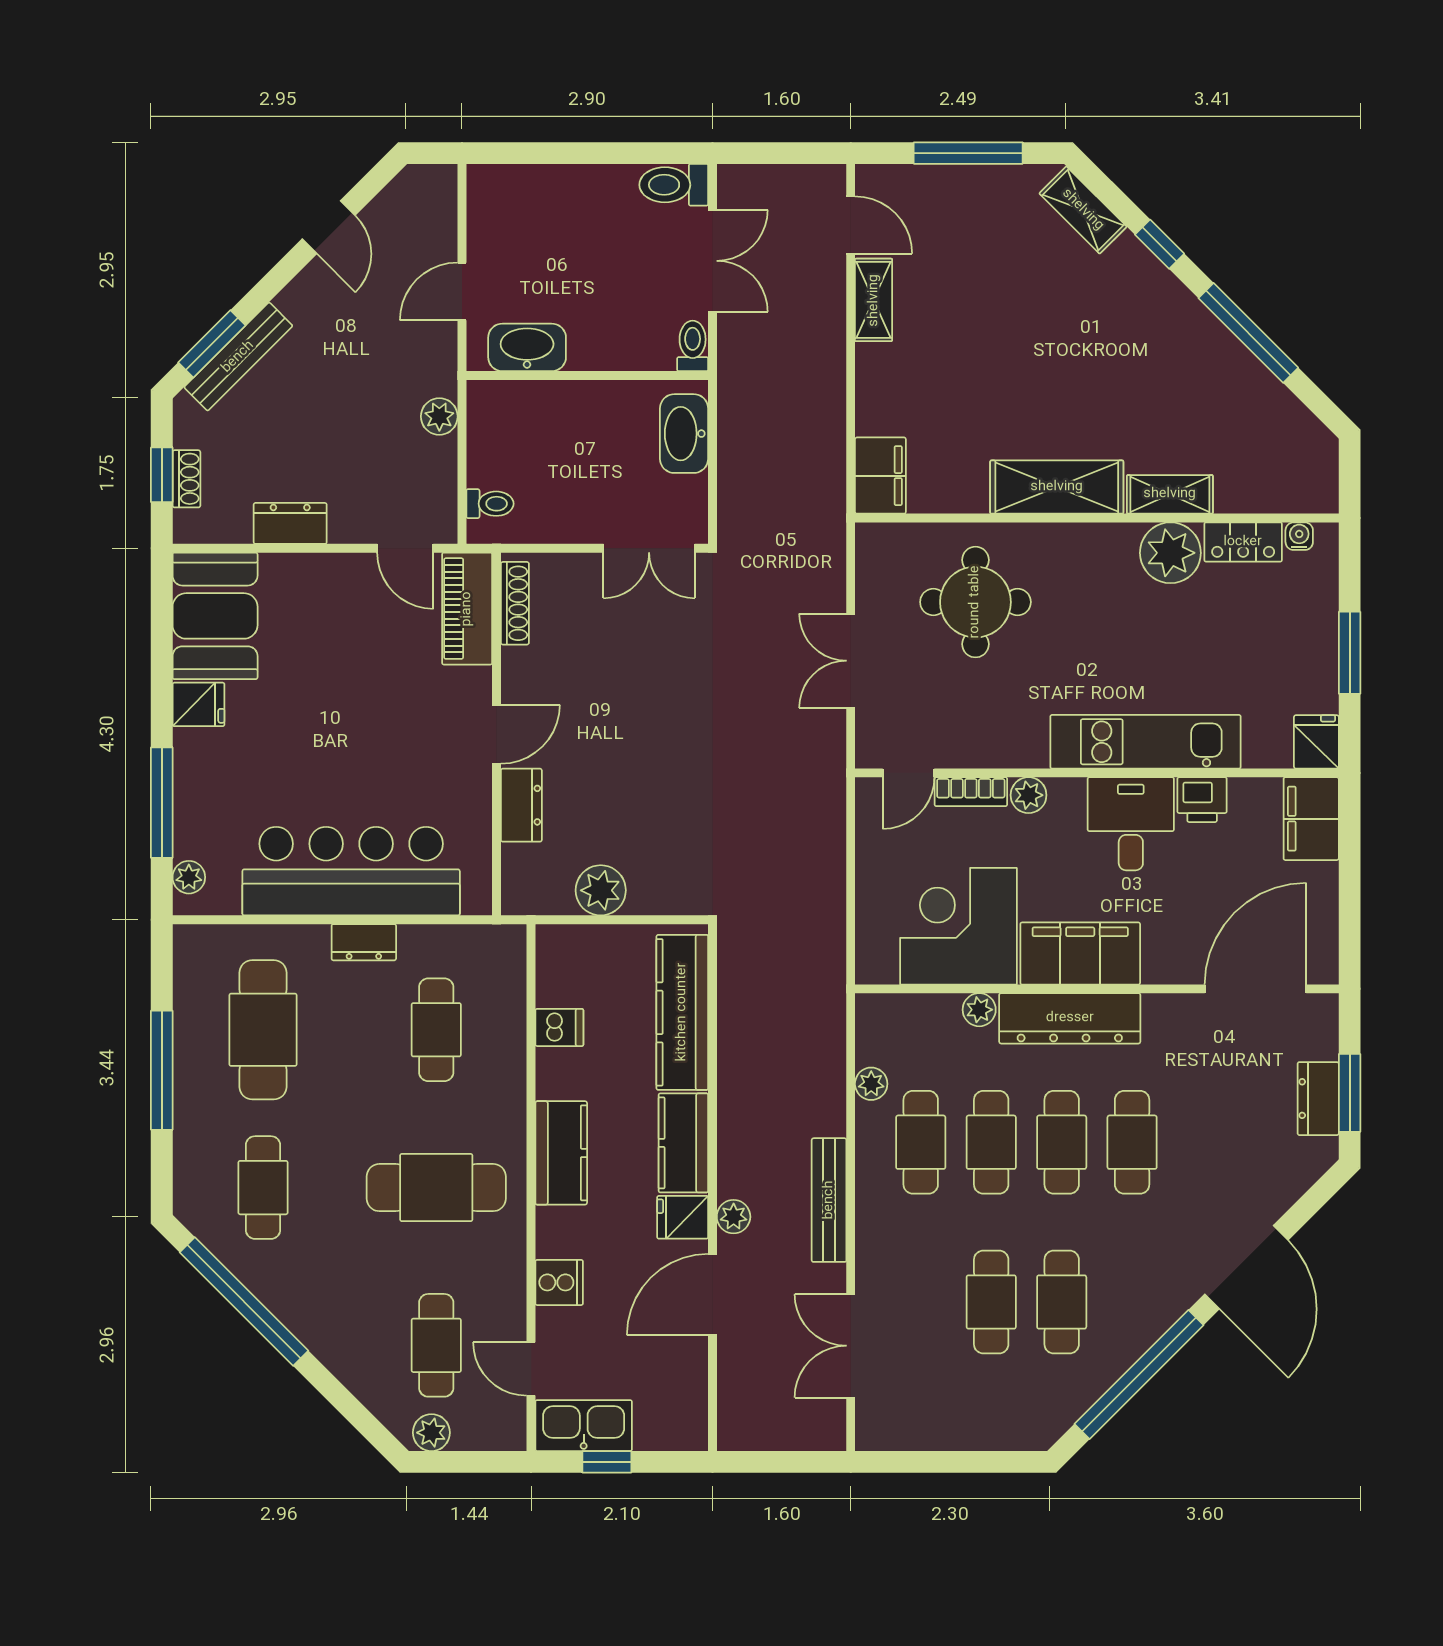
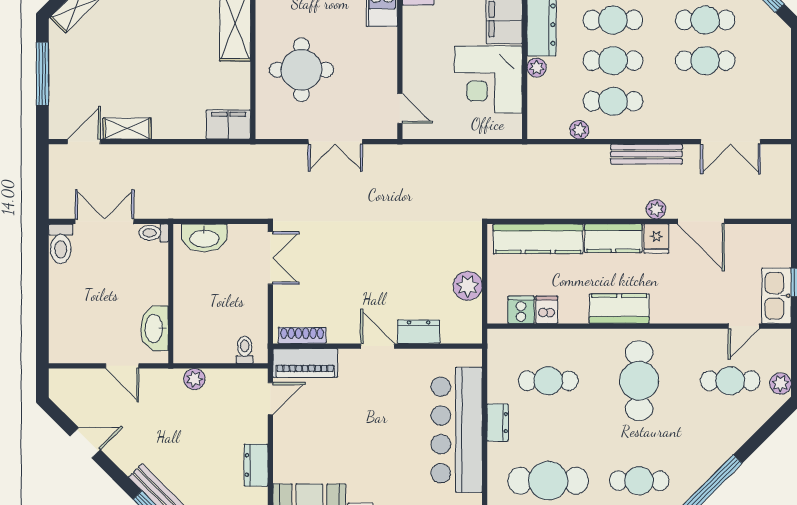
bookcase: (971, 792) -> (411, 72), removed
plant: (1029, 795) -> (413, 39), removed
cooker: (559, 1282) -> (521, 310), moved

